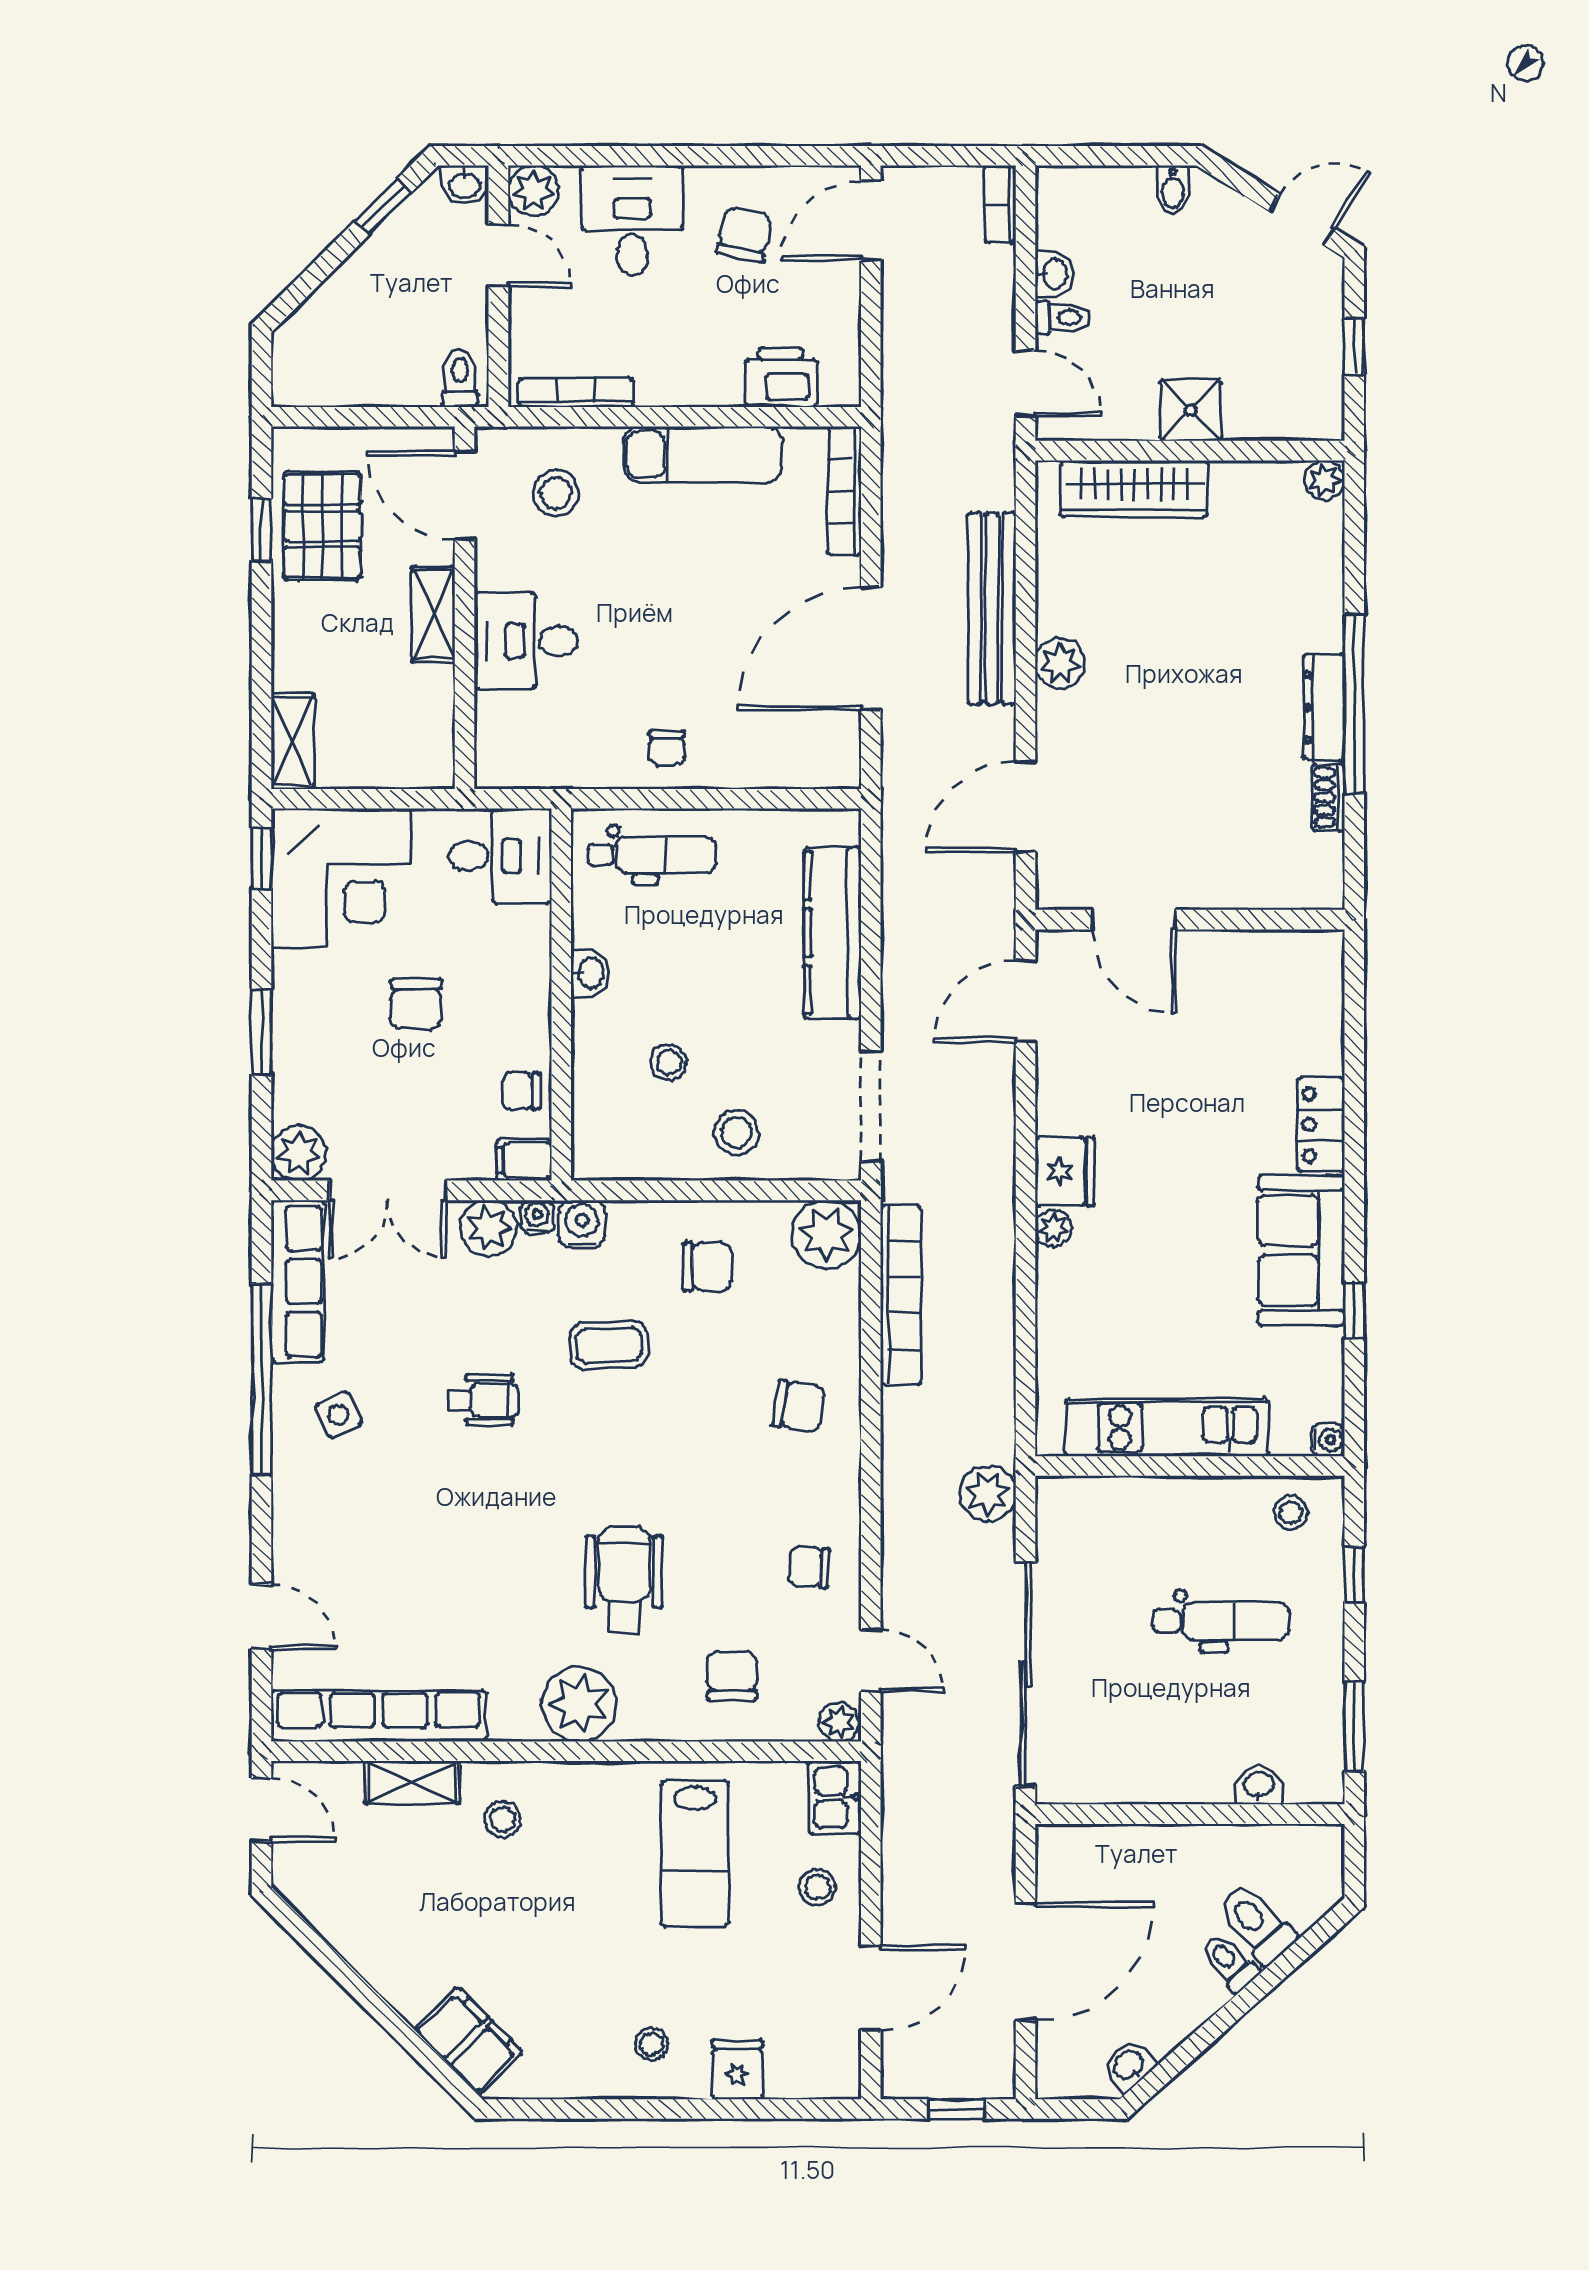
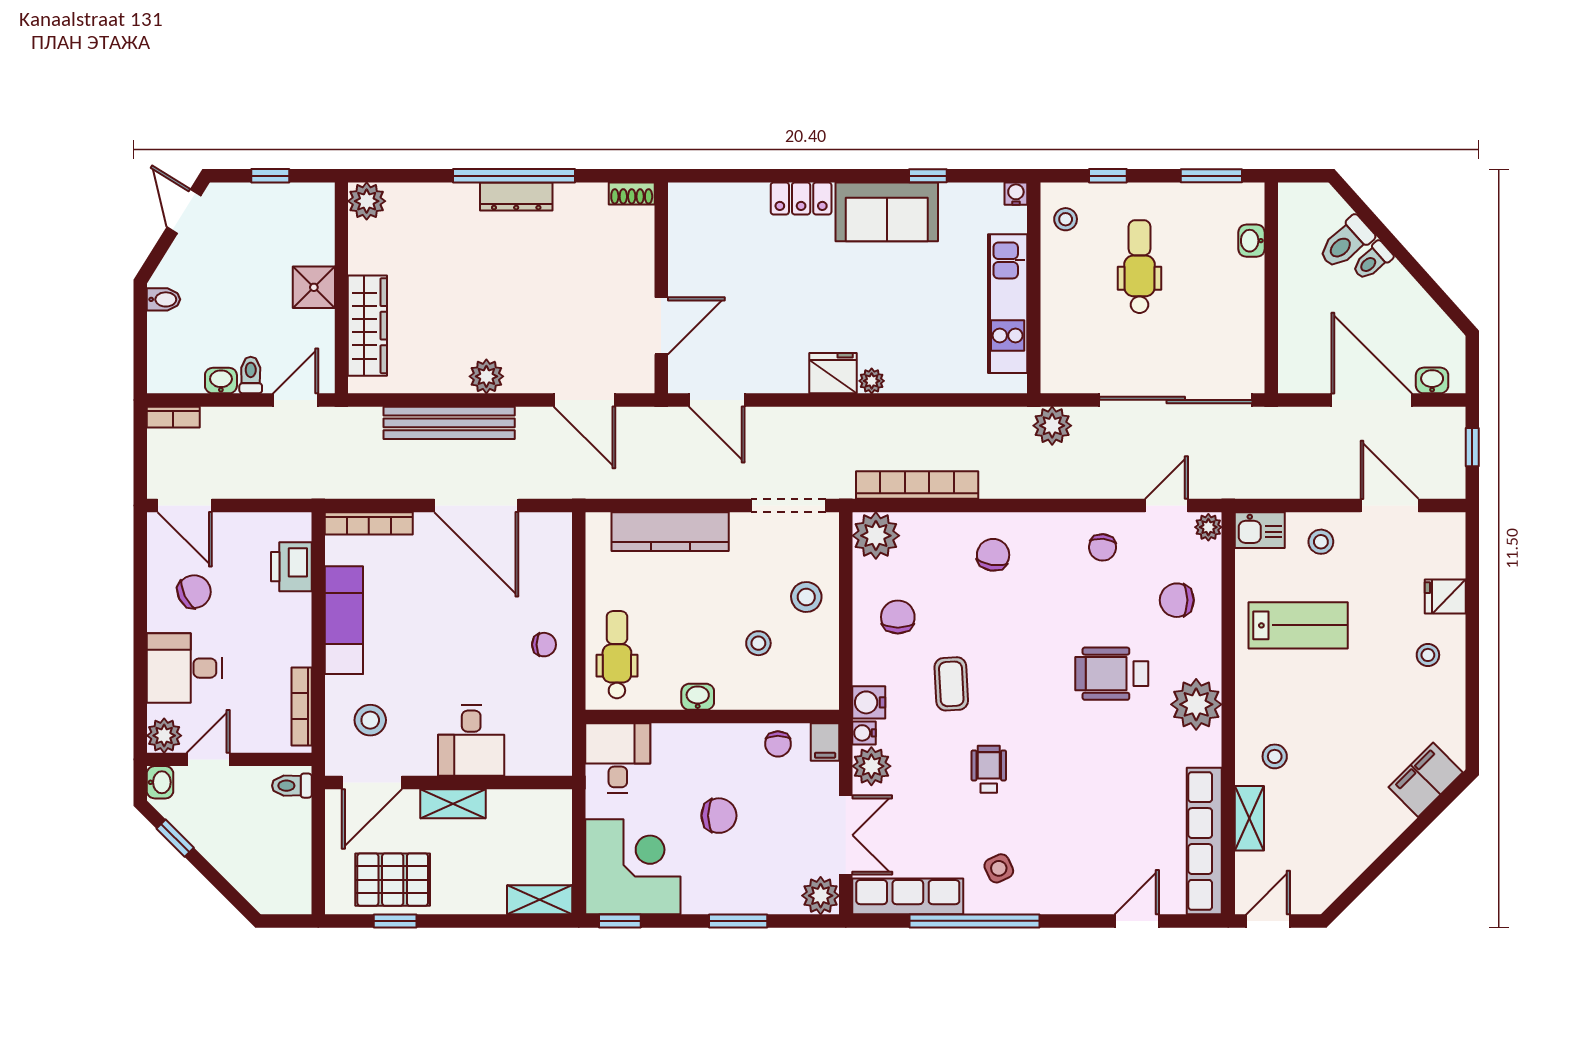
chair: (744, 235) -> (194, 592), turned 141
plant: (1325, 480) -> (367, 201), width x1.38, depth x1.38
shoe rack: (1328, 798) -> (632, 194), moved
washbasin: (1129, 2066) -> (1432, 380), moved, turned 132

